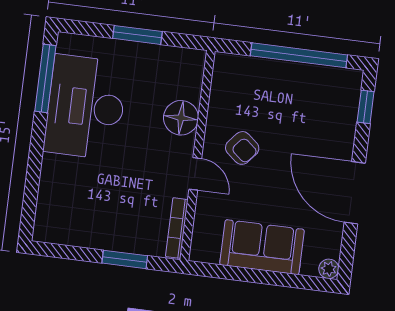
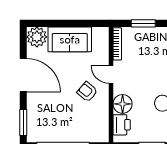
printer: (188, 80) -> (122, 125), added
window: (366, 107) -> (23, 122), width x1.50
plant: (329, 269) -> (37, 37), width x1.87, depth x1.87

